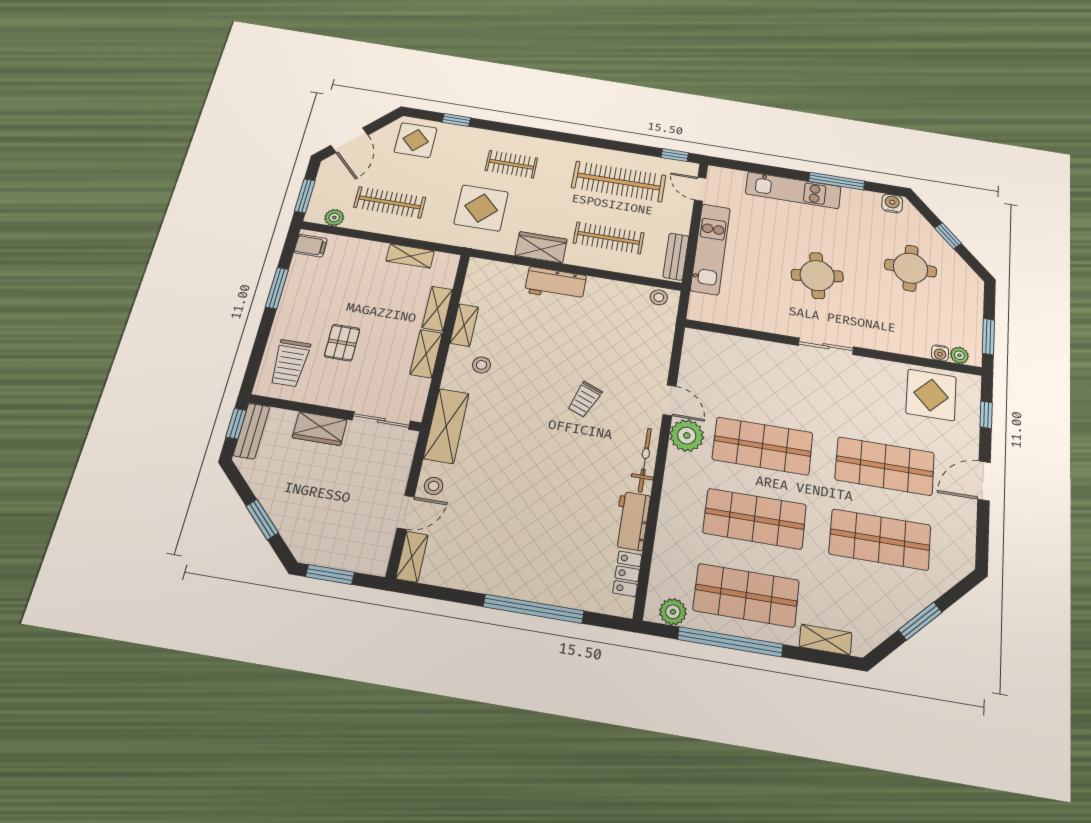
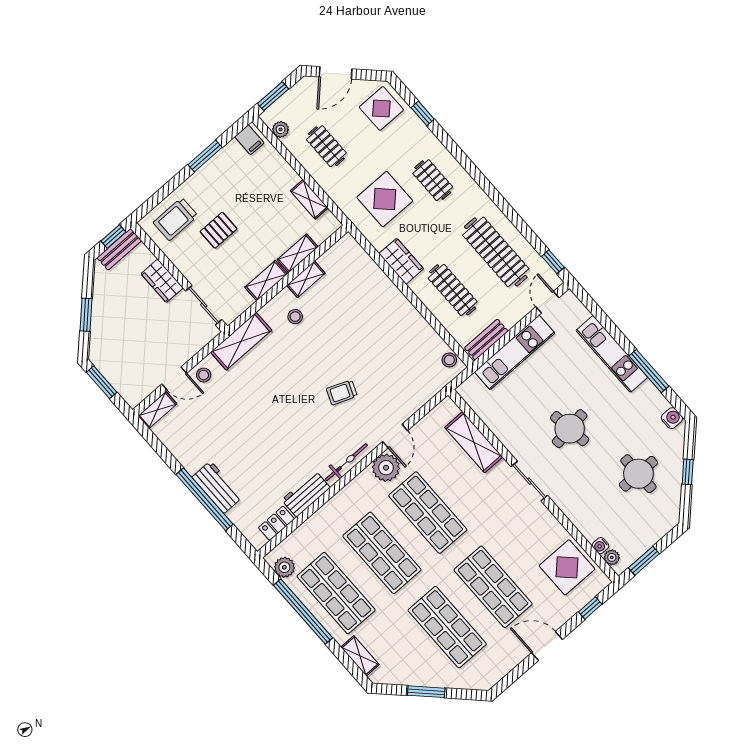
clothes rail: (390, 202) -> (326, 146), width x0.73
workbench: (555, 284) -> (217, 487), moved, turned 180
shelving: (746, 351) -> (474, 442), added

